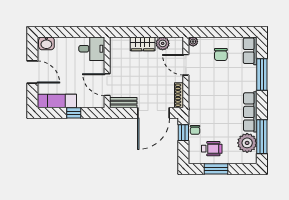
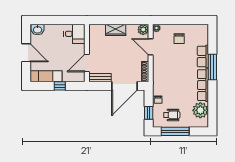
plant: (163, 43) -> (143, 30), moved
row of seats: (250, 51) -> (203, 56), moved
window: (262, 75) -> (212, 67), moved
door: (107, 85) -> (87, 63), hinge flipped
window: (183, 133) -> (149, 113), moved
window: (262, 137) -> (212, 105), removed
window: (216, 169) -> (175, 131), width x1.44

